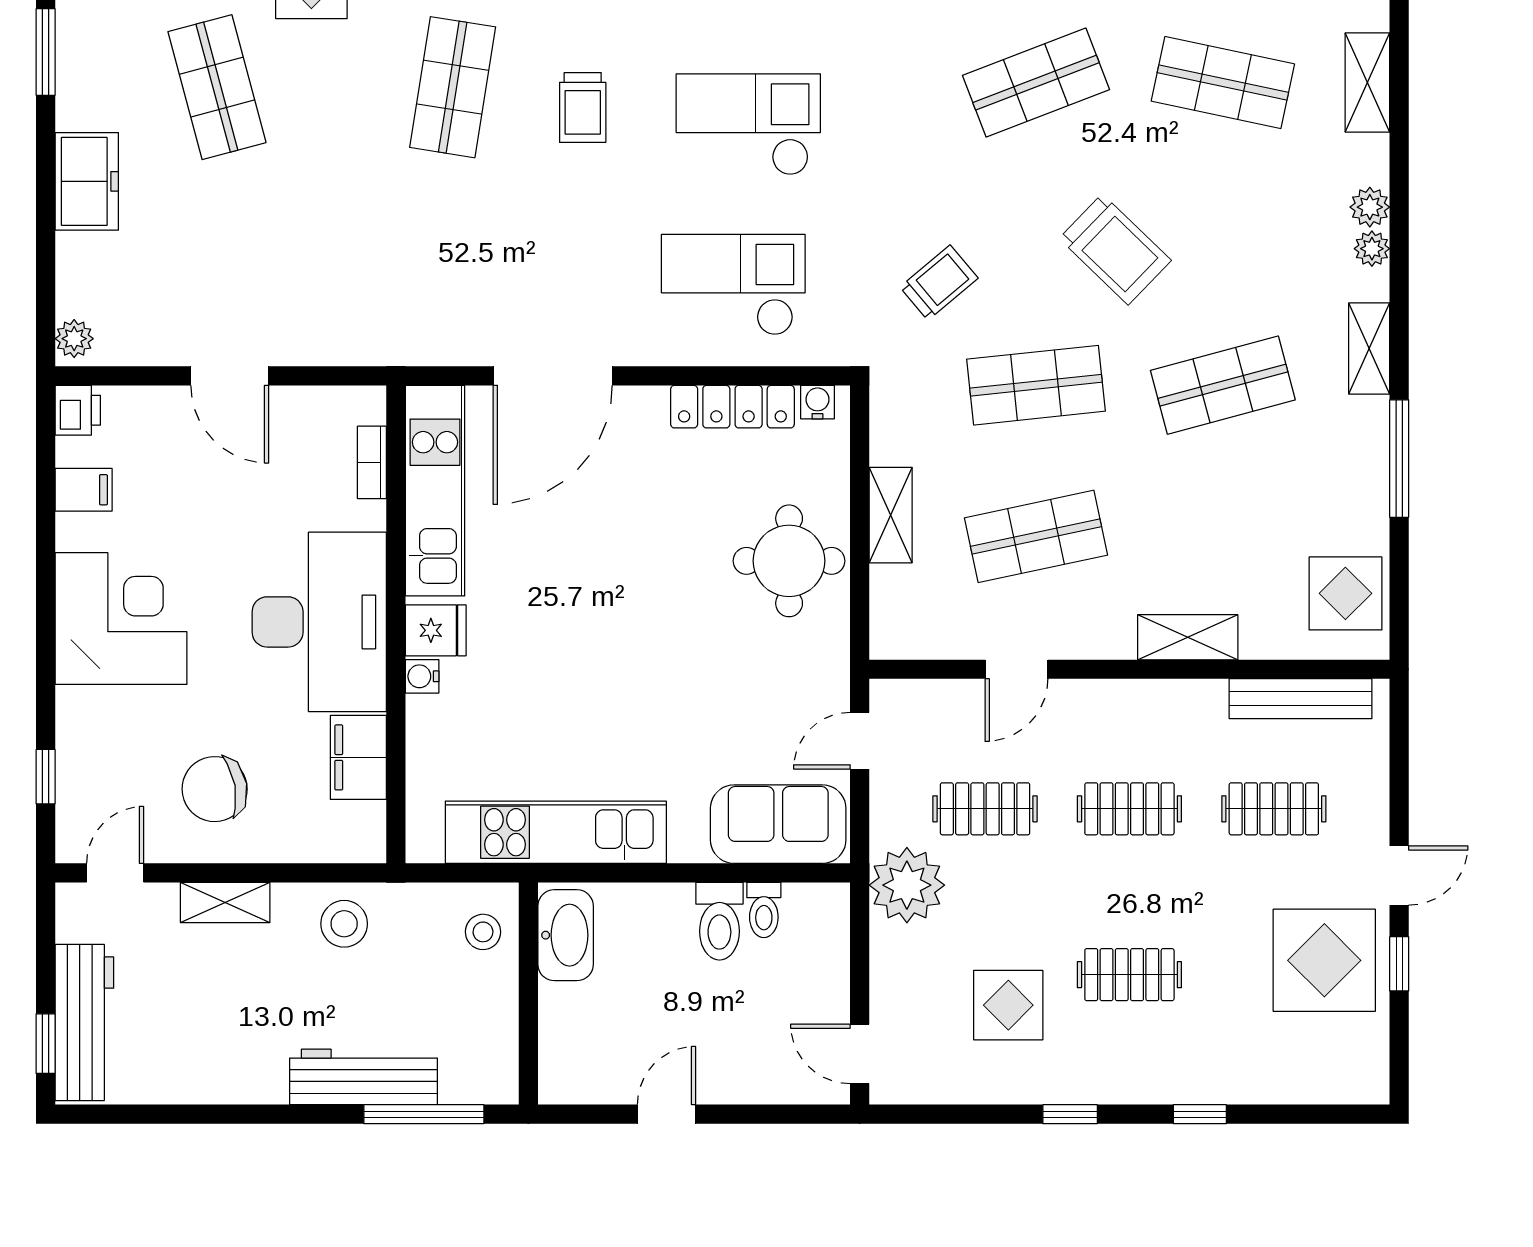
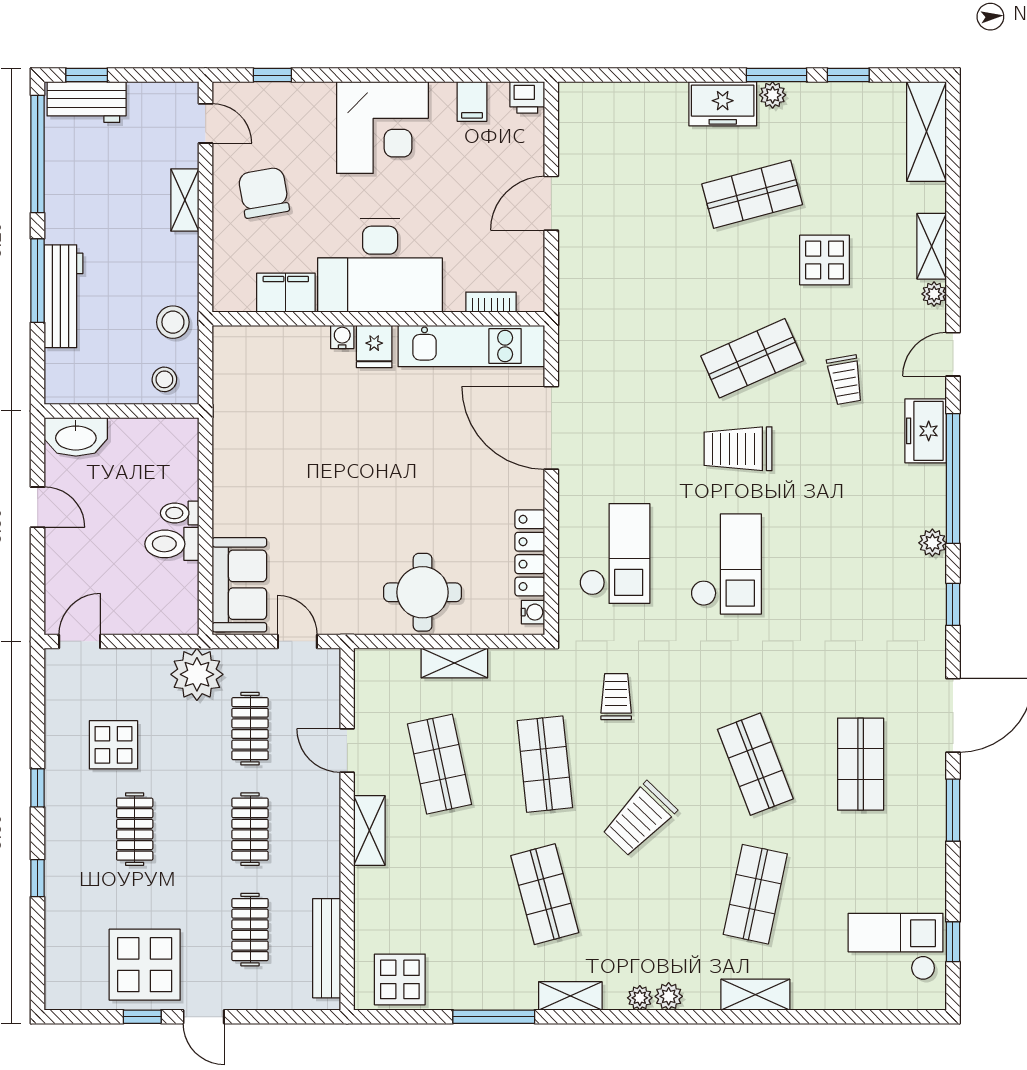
shop shelf: (453, 87) -> (752, 358), turned -33
trolley: (583, 108) -> (738, 449), width x1.36, depth x1.39
freezer: (87, 181) -> (723, 104), moved
trolley: (939, 283) -> (616, 697), turned -140
plant: (74, 339) -> (773, 95), moved
shelving: (1188, 637) -> (369, 830), moved
kitchen unit: (556, 832) -> (234, 430), removed
toilet: (764, 910) -> (180, 513), moved
stool: (344, 924) -> (173, 322), moved
washbasin: (566, 935) -> (76, 437), moved
workbench: (84, 1023) -> (87, 102), width x0.73
window: (159, 1114) -> (38, 154), added
window: (424, 1114) -> (38, 281), moved

